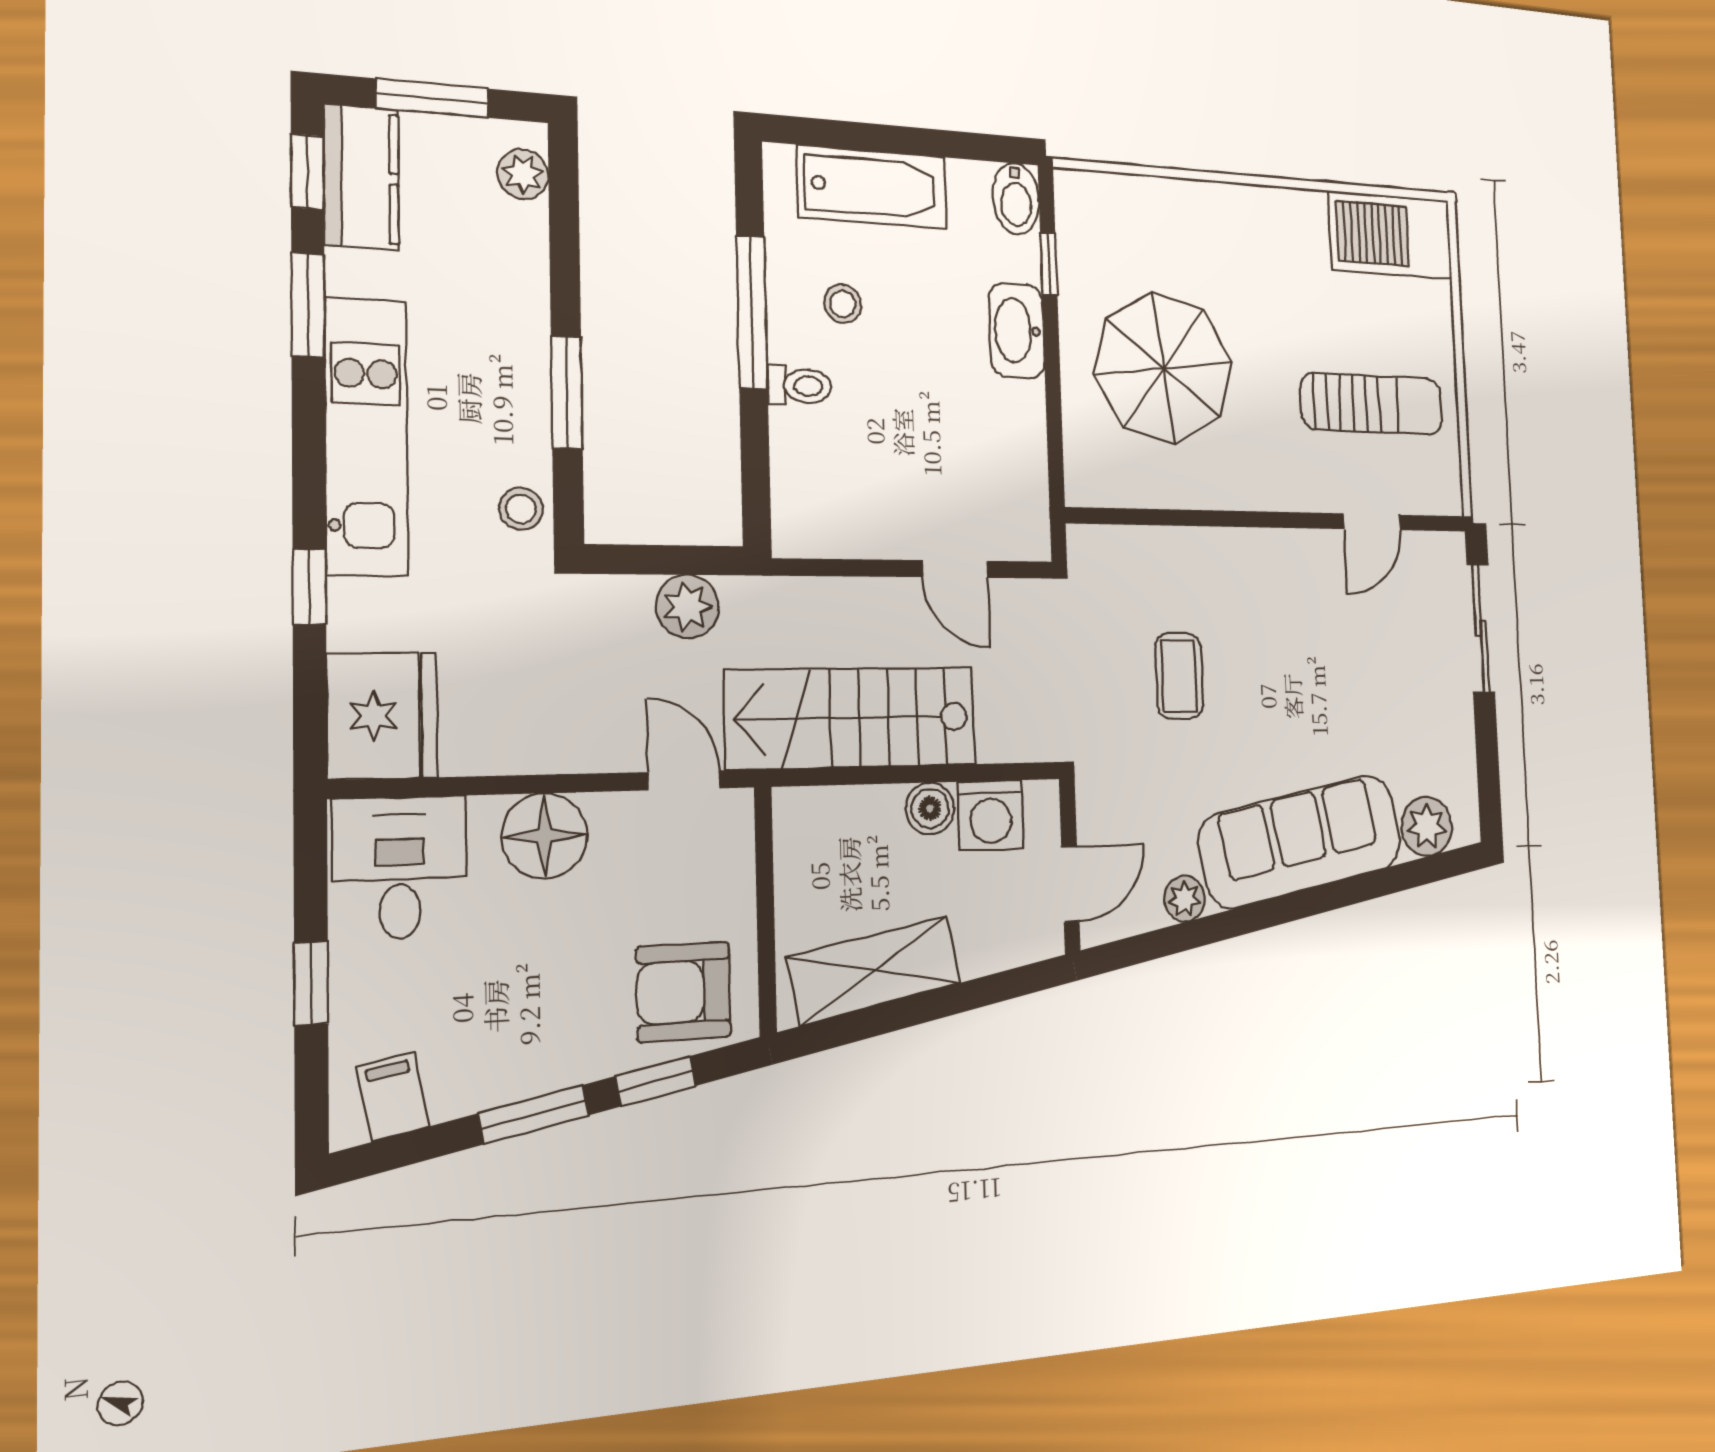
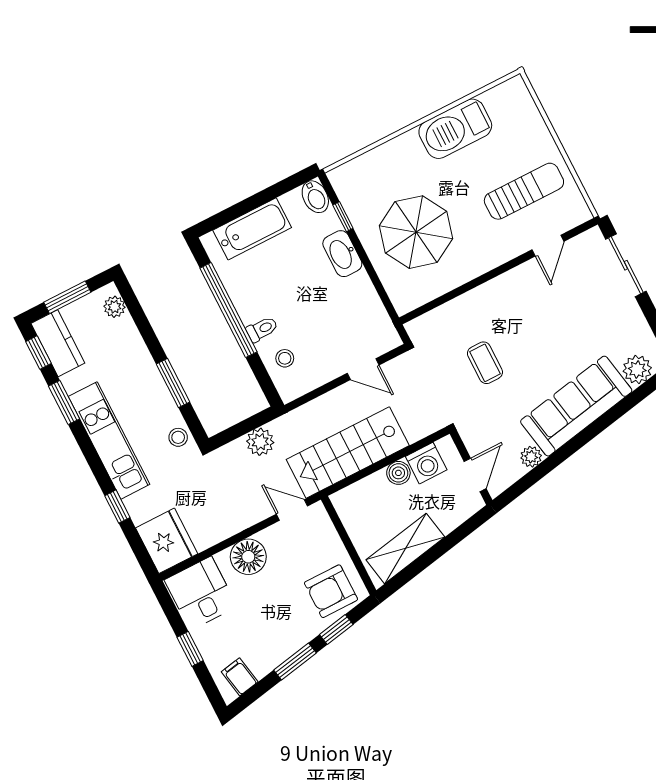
barbecue: (1391, 235) -> (455, 129), moved
stool: (843, 304) -> (285, 358), moved
window: (752, 312) -> (228, 310), width x1.46

